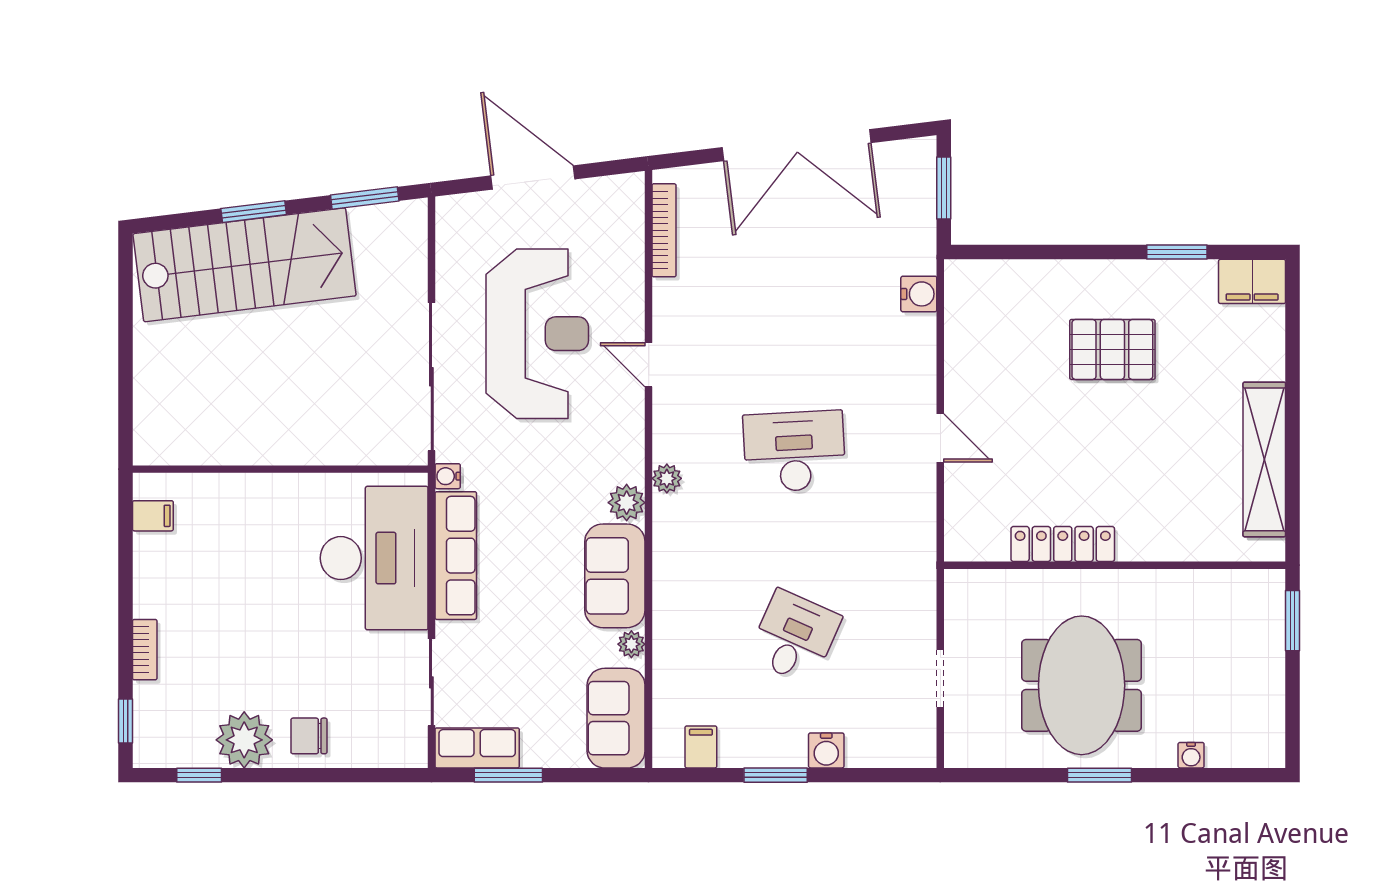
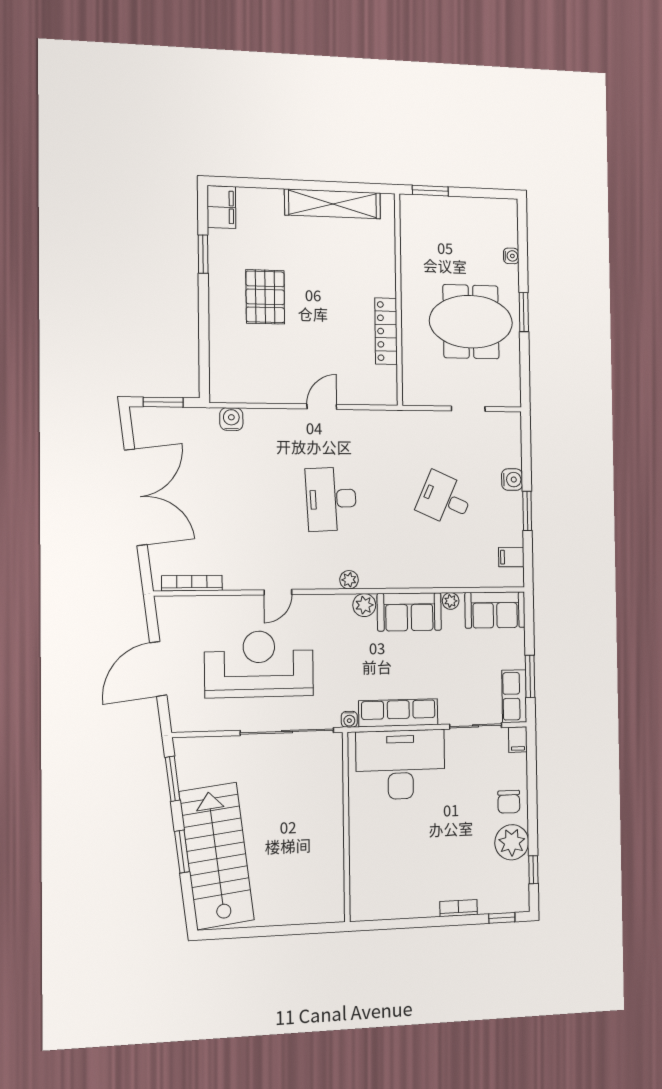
filing cabinet: (153, 516) -> (518, 740), moved, turned 180

